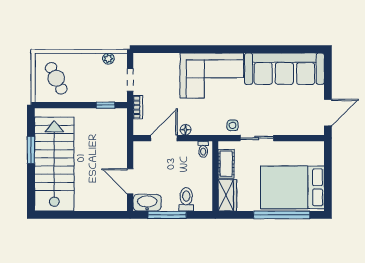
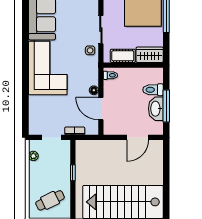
window: (105, 105) -> (73, 173), moved
washbasin: (147, 203) -> (156, 109), moved

